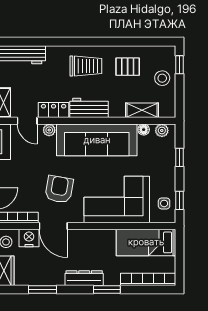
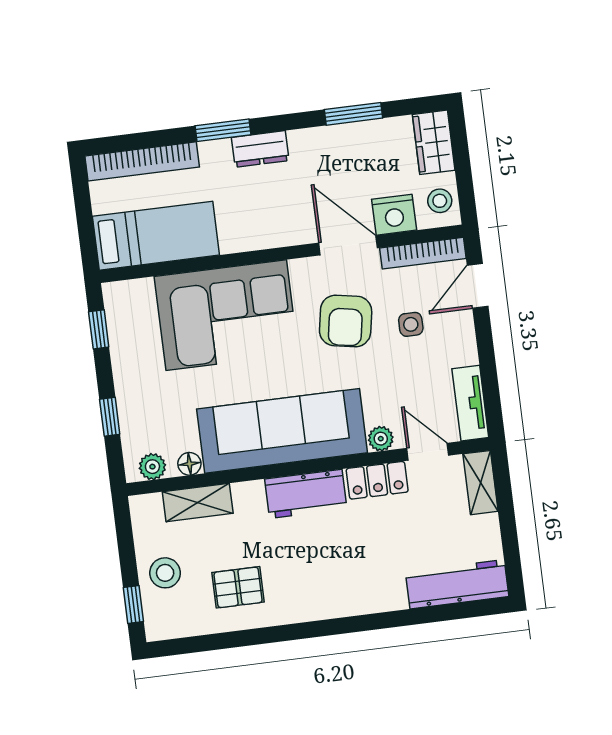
trolley: (86, 66) -> (323, 578), removed
side table: (164, 203) -> (411, 324), moved
dresser: (84, 278) -> (260, 149), width x0.70

